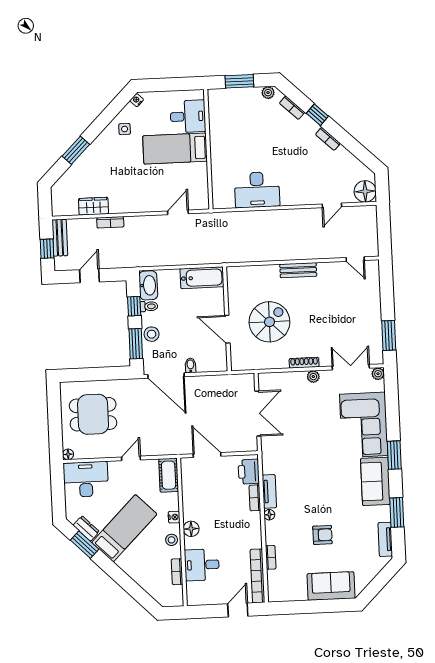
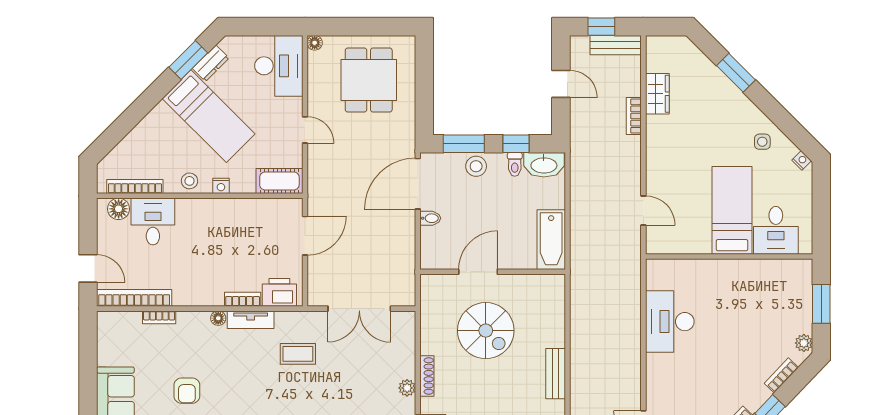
coffee table: (292, 456) -> (298, 354), added
floor lamp: (191, 529) -> (119, 209), moved
bookcase: (177, 572) -> (135, 186), width x1.56

